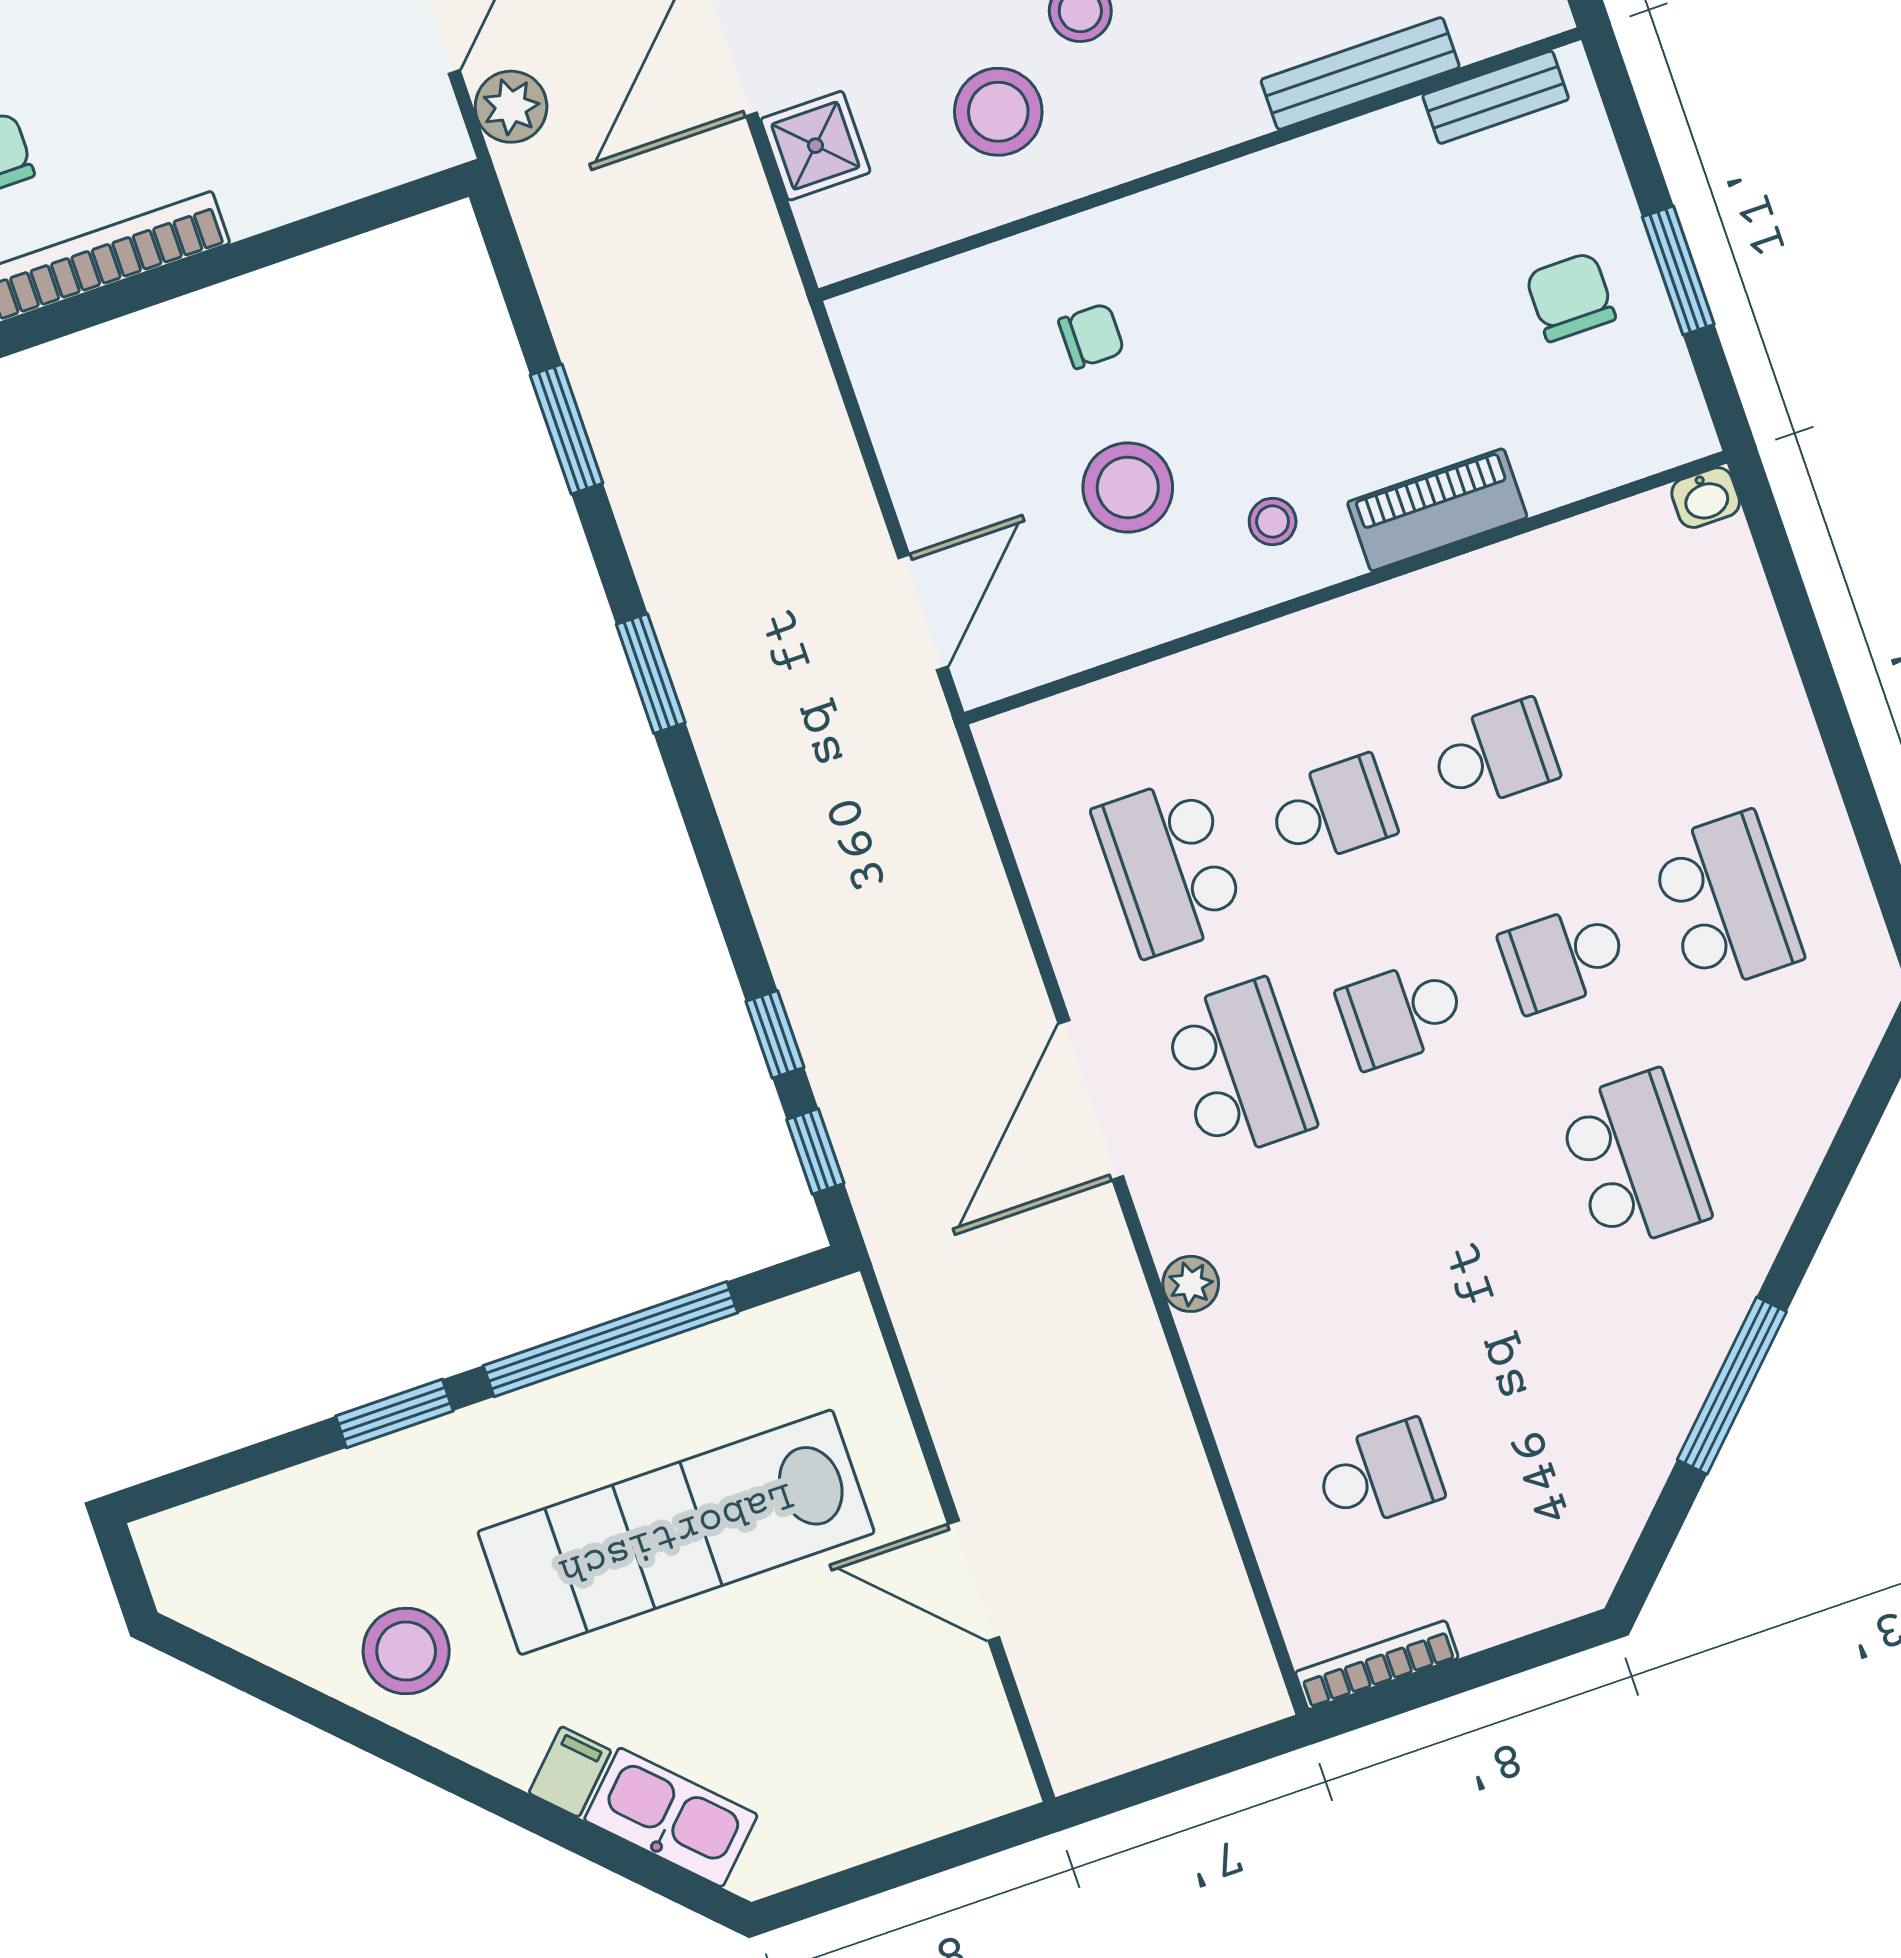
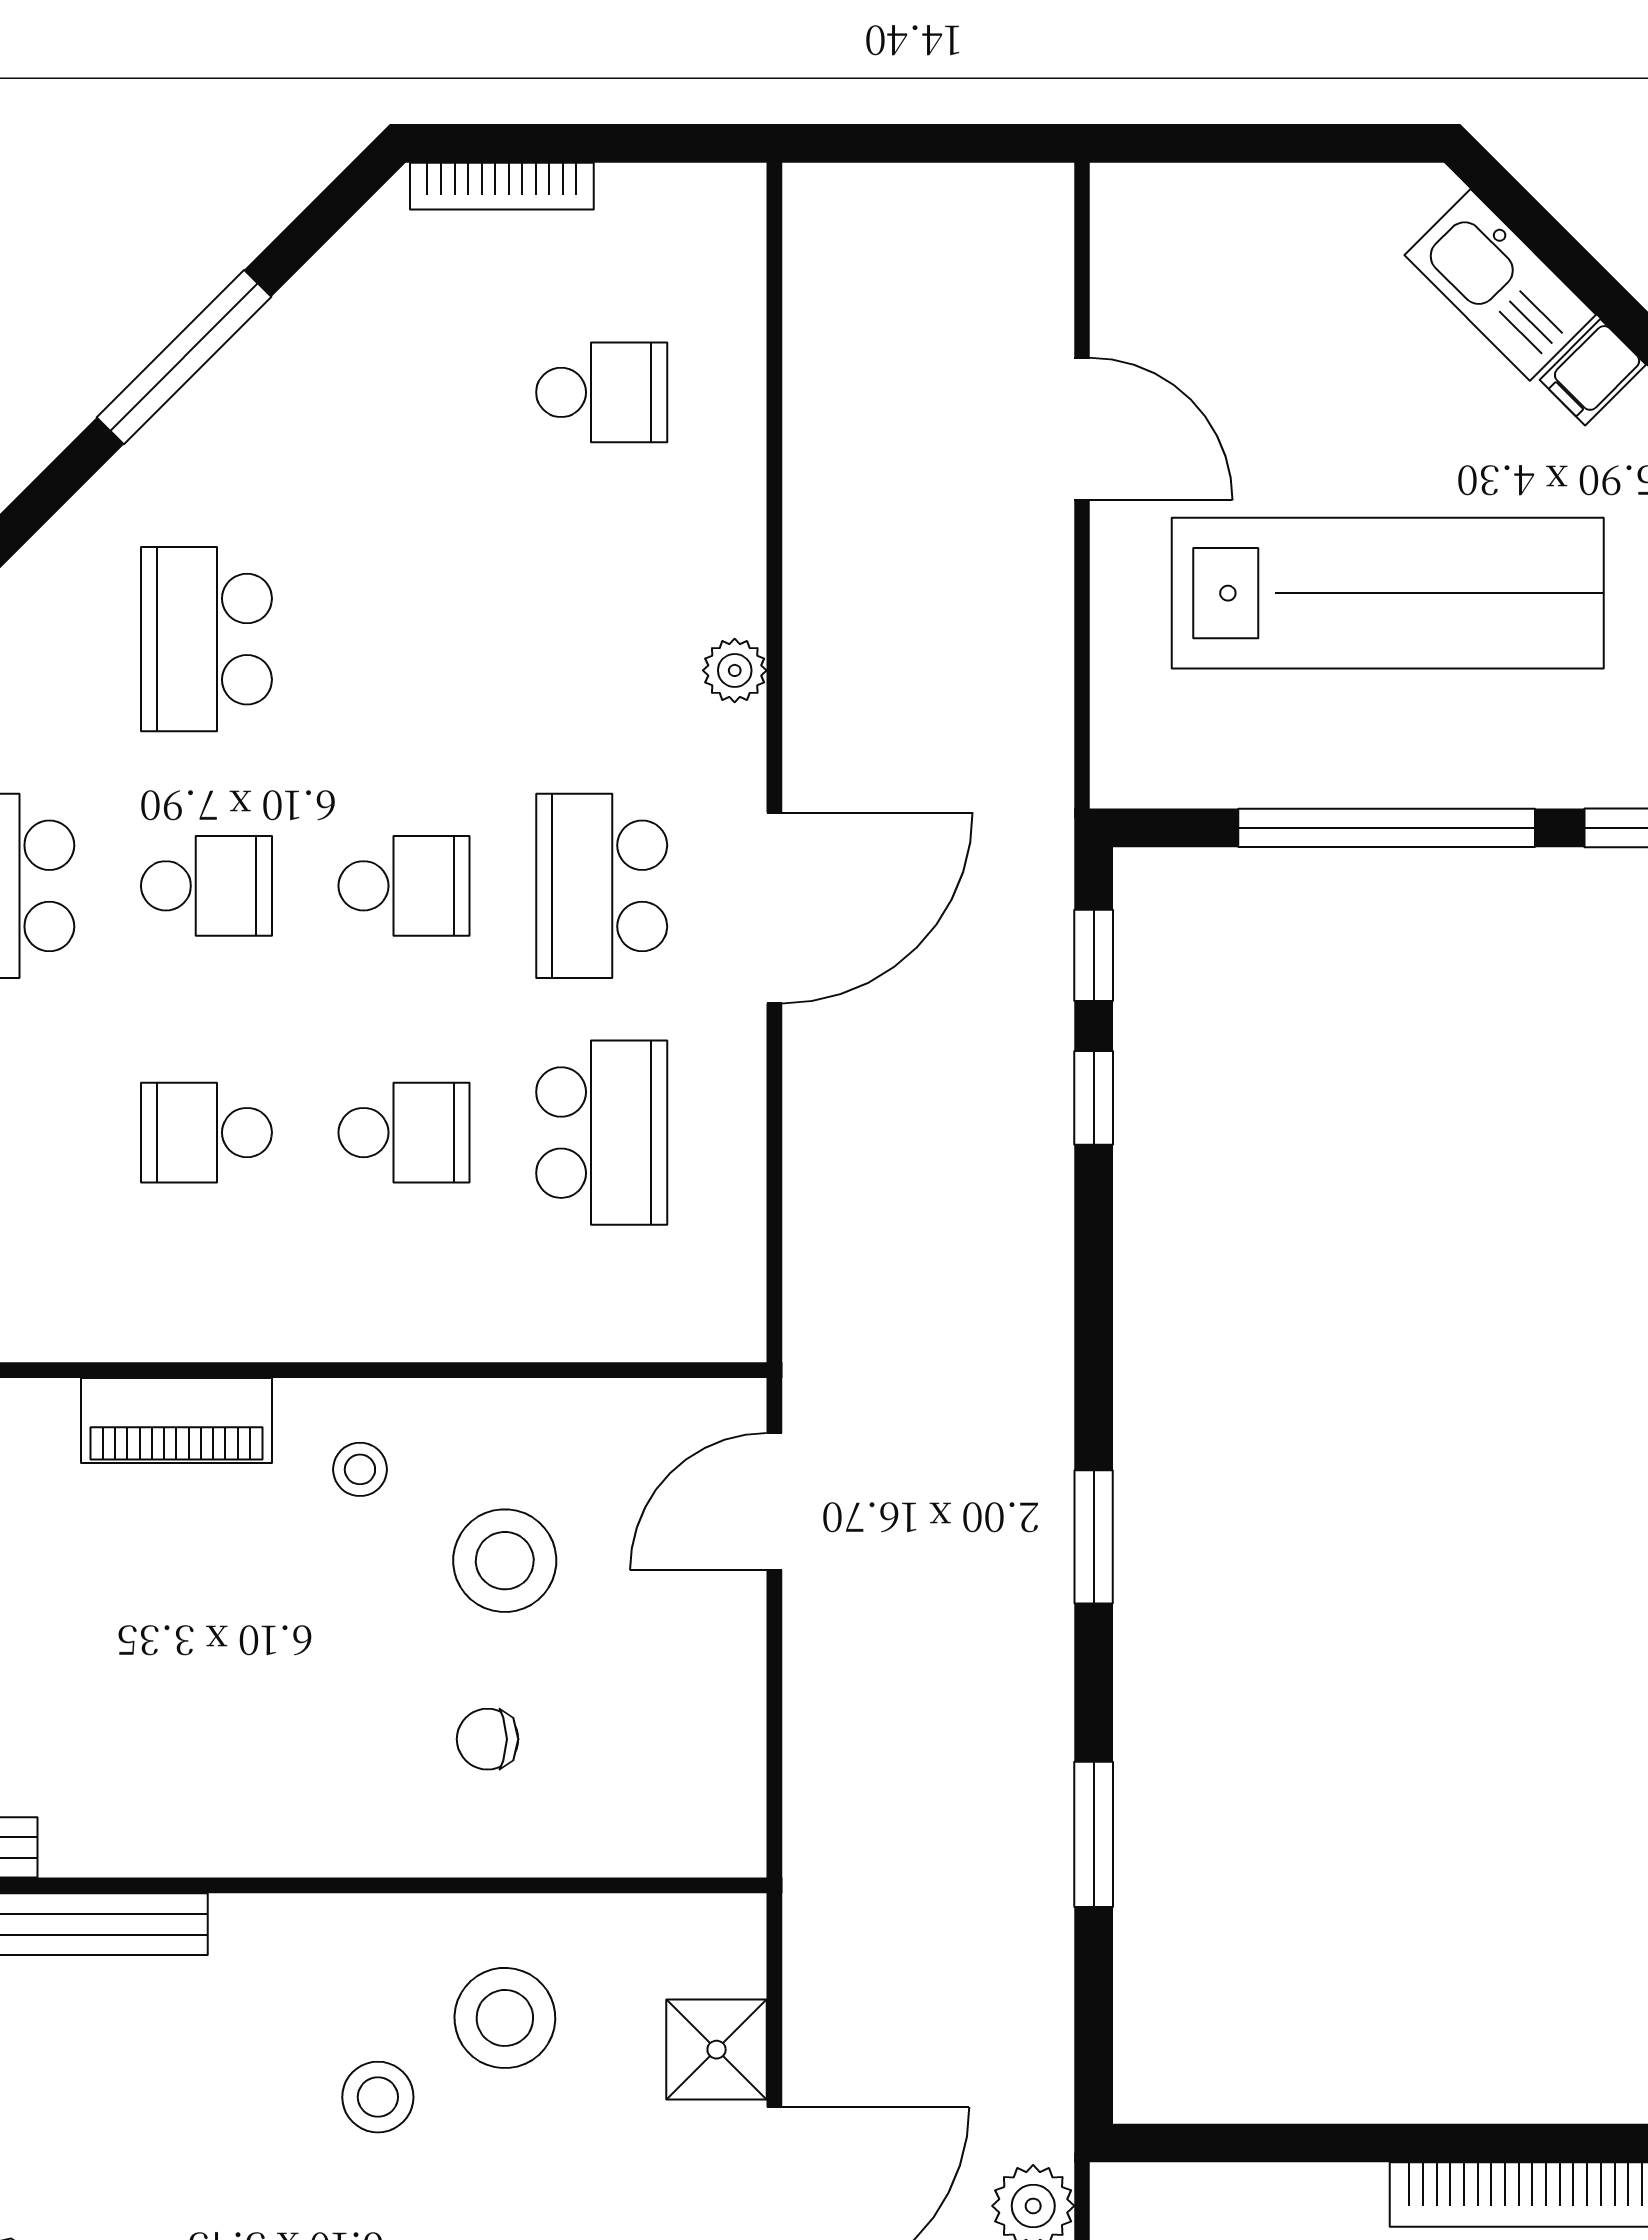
school desk: (1332, 811) -> (404, 1133), turned 180
school desk: (1379, 1475) -> (602, 392), turned 180
bookcase: (1377, 1665) -> (502, 186), moved

